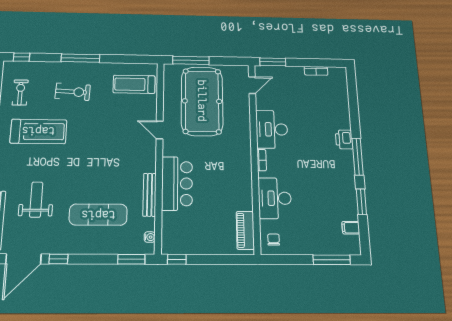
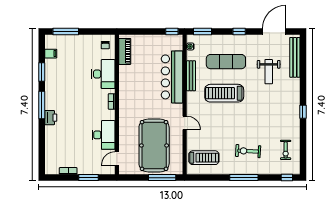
window: (273, 62) -> (88, 178), moved
desk: (272, 129) -> (103, 135), moved
treadmill: (38, 131) -> (224, 93), moved
bar counter: (177, 183) -> (172, 77), width x1.36
window: (58, 259) -> (239, 32), moved

